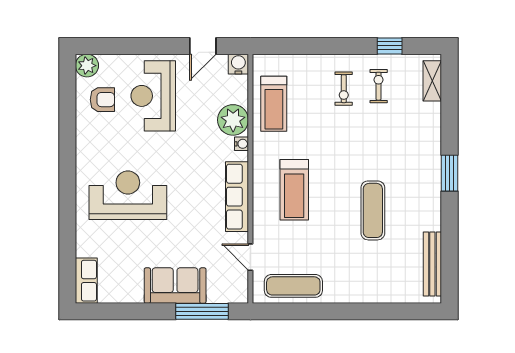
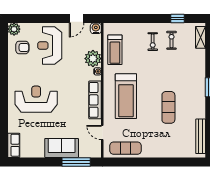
treadmill: (294, 190) -> (126, 96), width x1.37, depth x1.38

